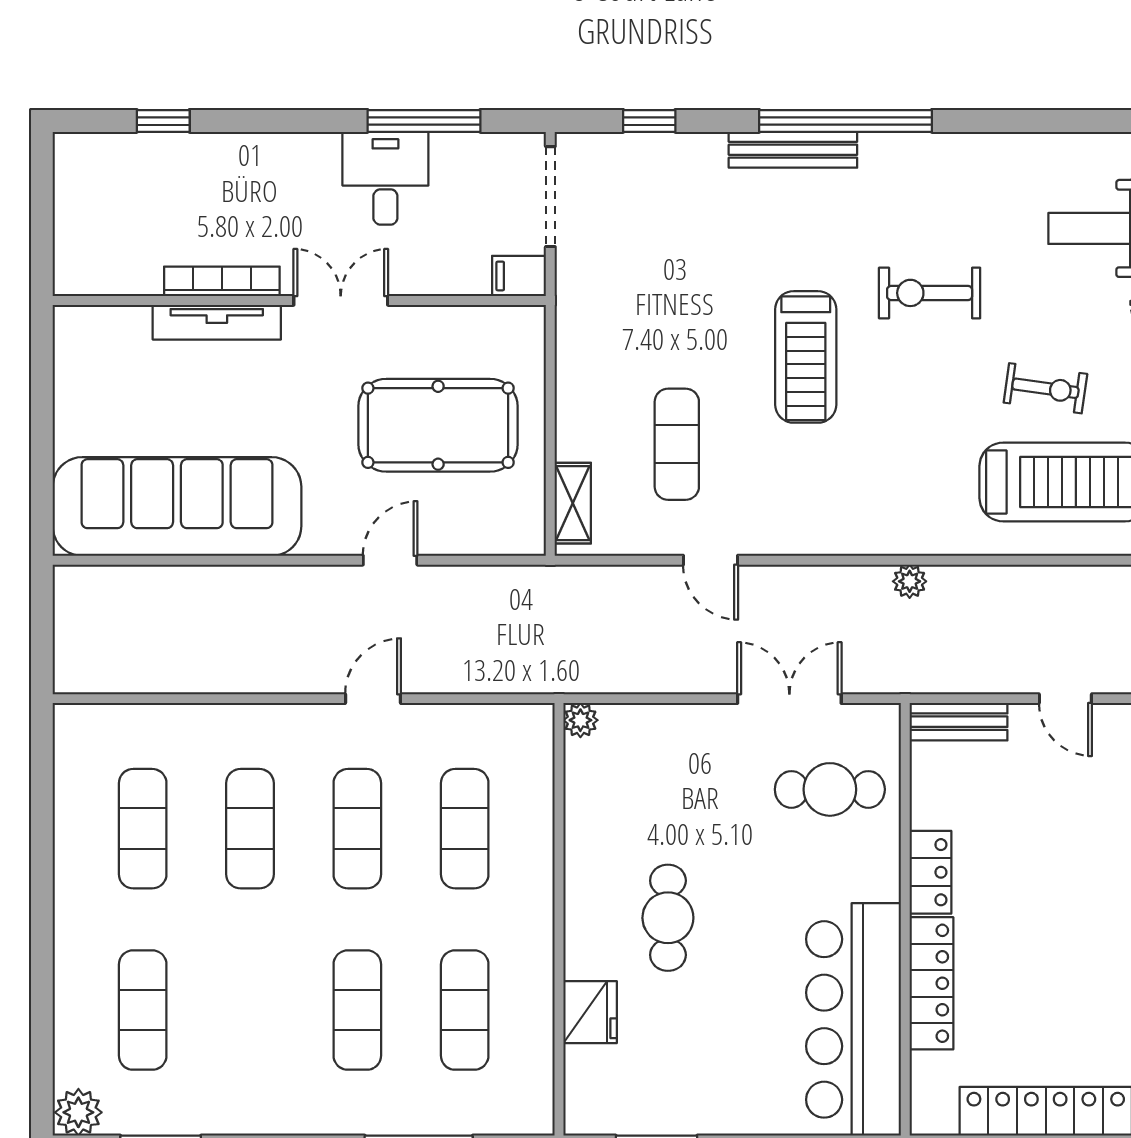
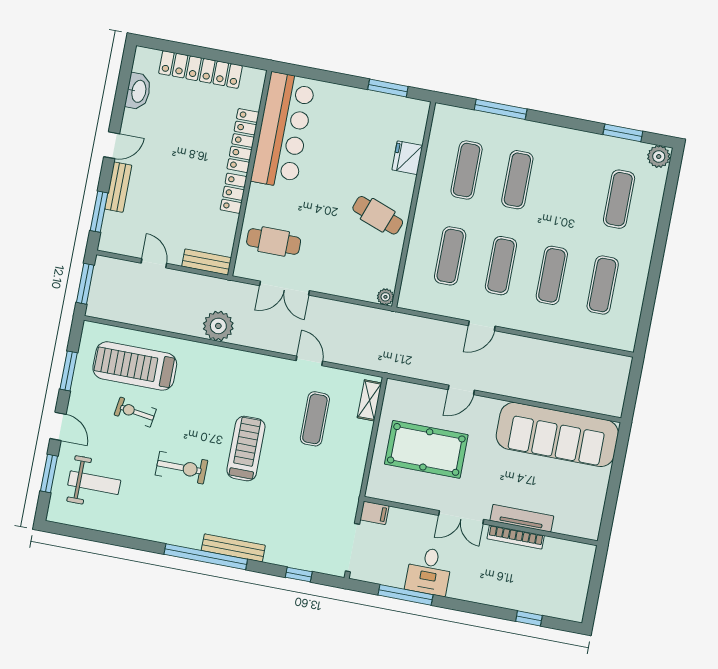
plant: (910, 581) -> (218, 326), width x1.88, depth x1.88
cafe table: (668, 918) -> (378, 215), moved, turned -70

